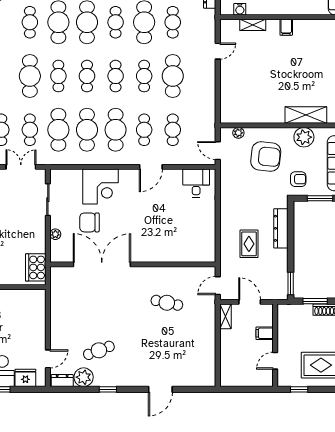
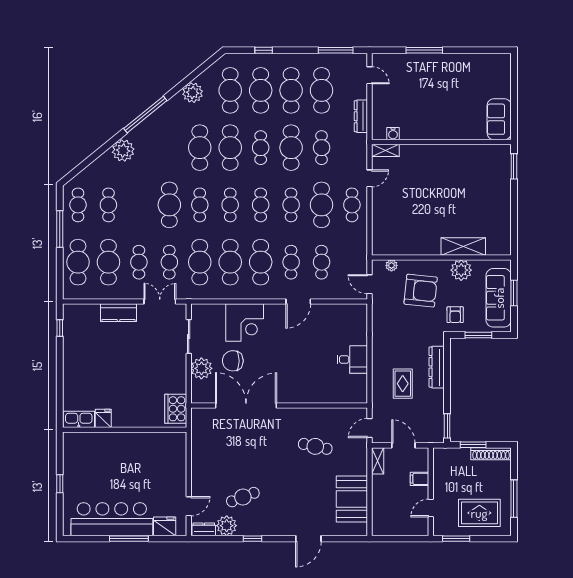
cafe table: (30, 22) -> (352, 205), moved
shelving: (253, 25) -> (385, 150), moved
filing cabinet: (286, 27) -> (442, 153), removed
armchair: (298, 179) -> (455, 315), turned 90
desk: (196, 183) -> (352, 359), moved, turned 90
plant: (55, 234) -> (201, 368), width x1.88, depth x1.88
booth: (201, 352) -> (352, 499), added
window: (299, 389) -> (456, 539), width x1.50

